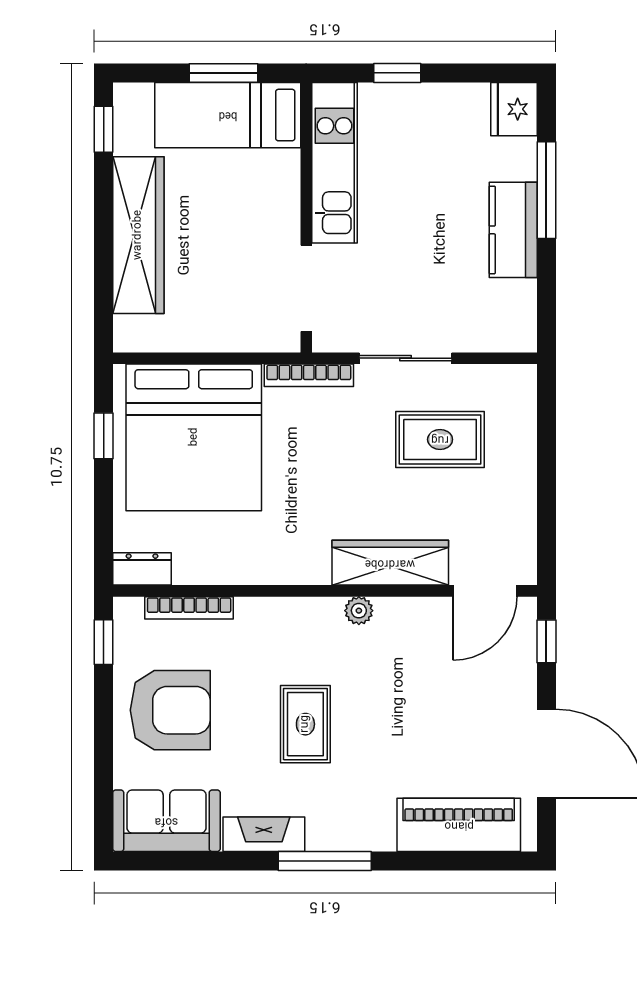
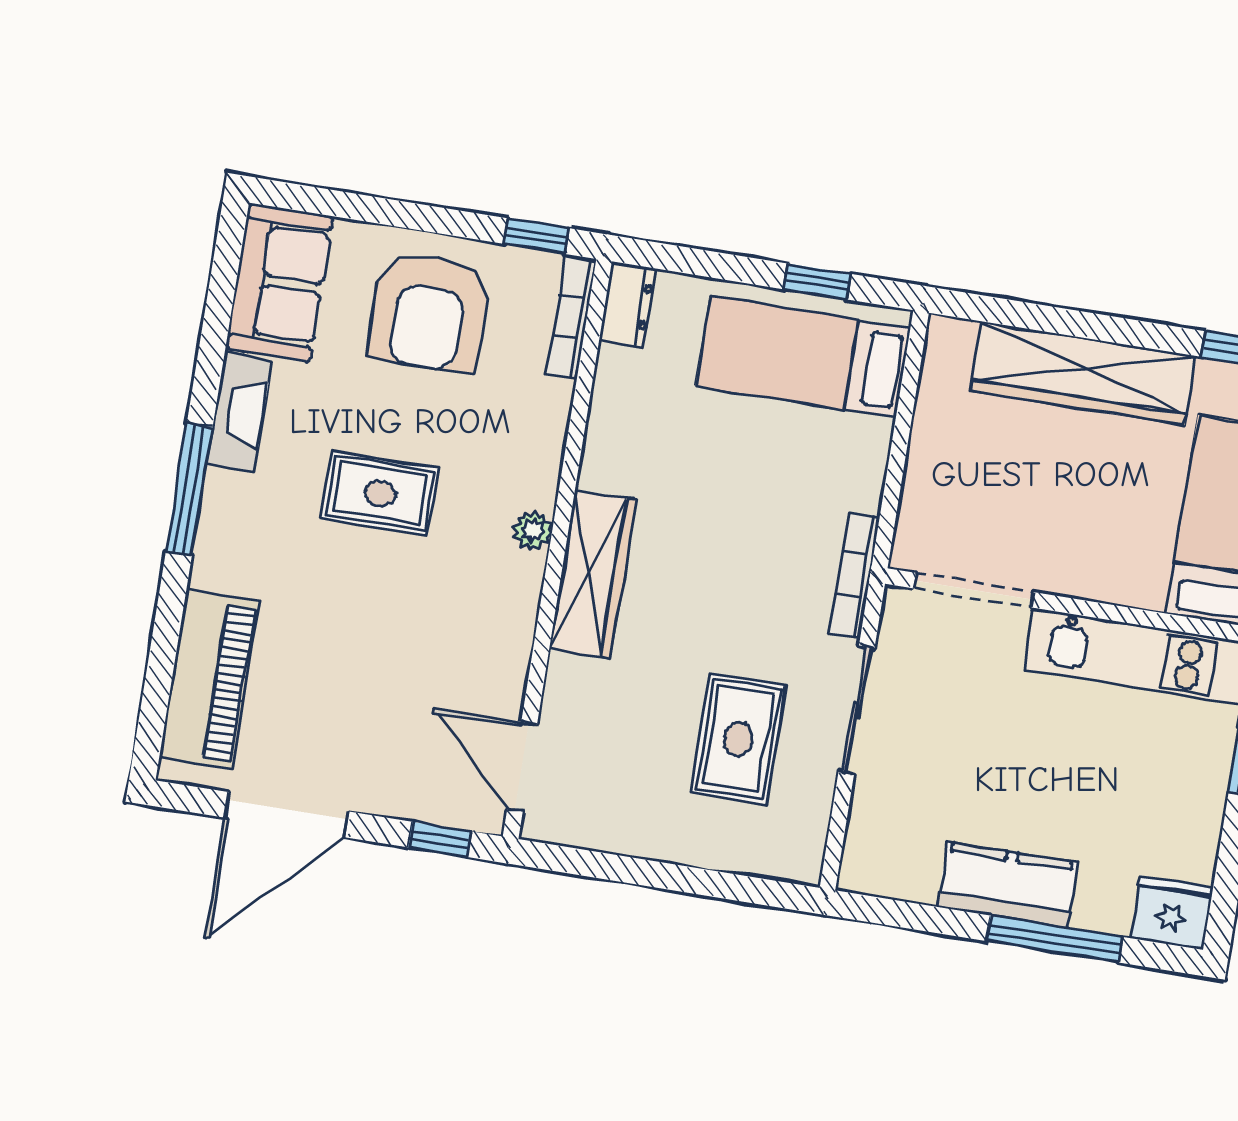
bed: (194, 437) -> (803, 357), width x0.49
wardrobe: (390, 563) -> (593, 574), moved
bookcase: (189, 608) -> (571, 317), moved
plant: (359, 611) -> (533, 531), moved

